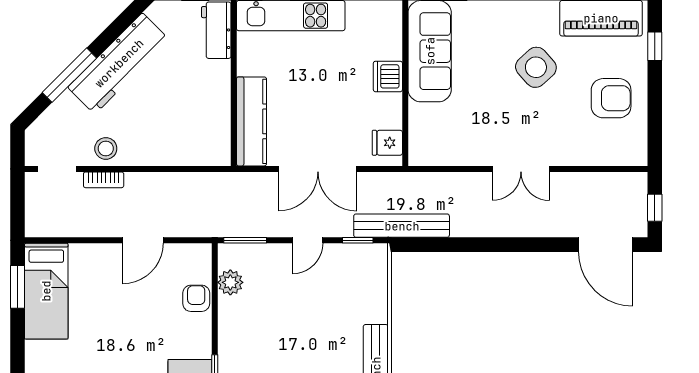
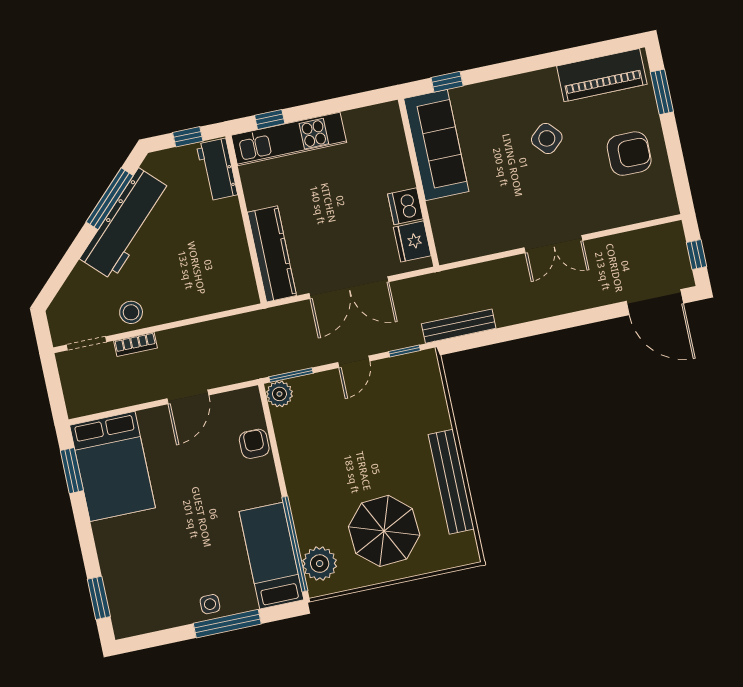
window: (655, 46) -> (662, 92), width x1.50
side table: (536, 67) -> (547, 138), width x0.73, depth x0.73
window: (69, 75) -> (110, 199), moved
dishwasher: (388, 76) -> (405, 206), moved
fridge: (387, 143) -> (412, 241), width x1.38
bench: (402, 226) -> (459, 326), width x0.73, depth x0.82
plant: (230, 282) -> (279, 394), moved
bed: (46, 291) -> (113, 466), width x1.50

